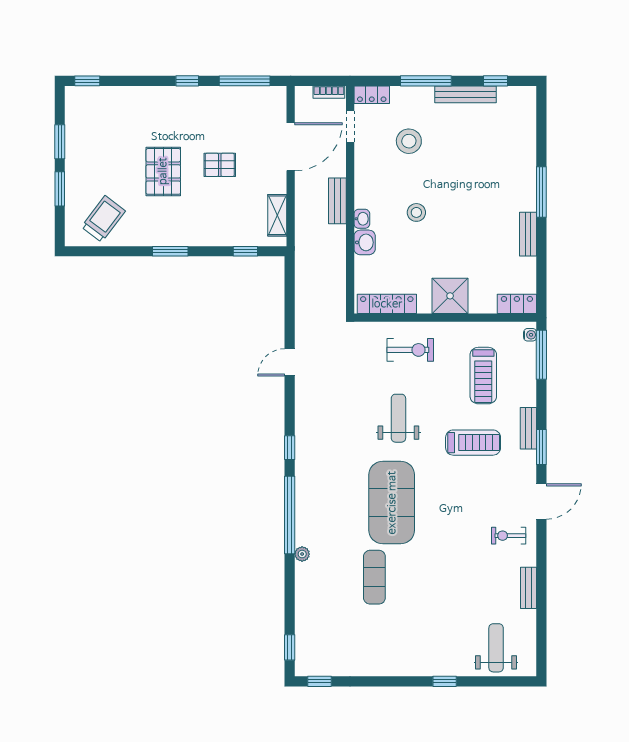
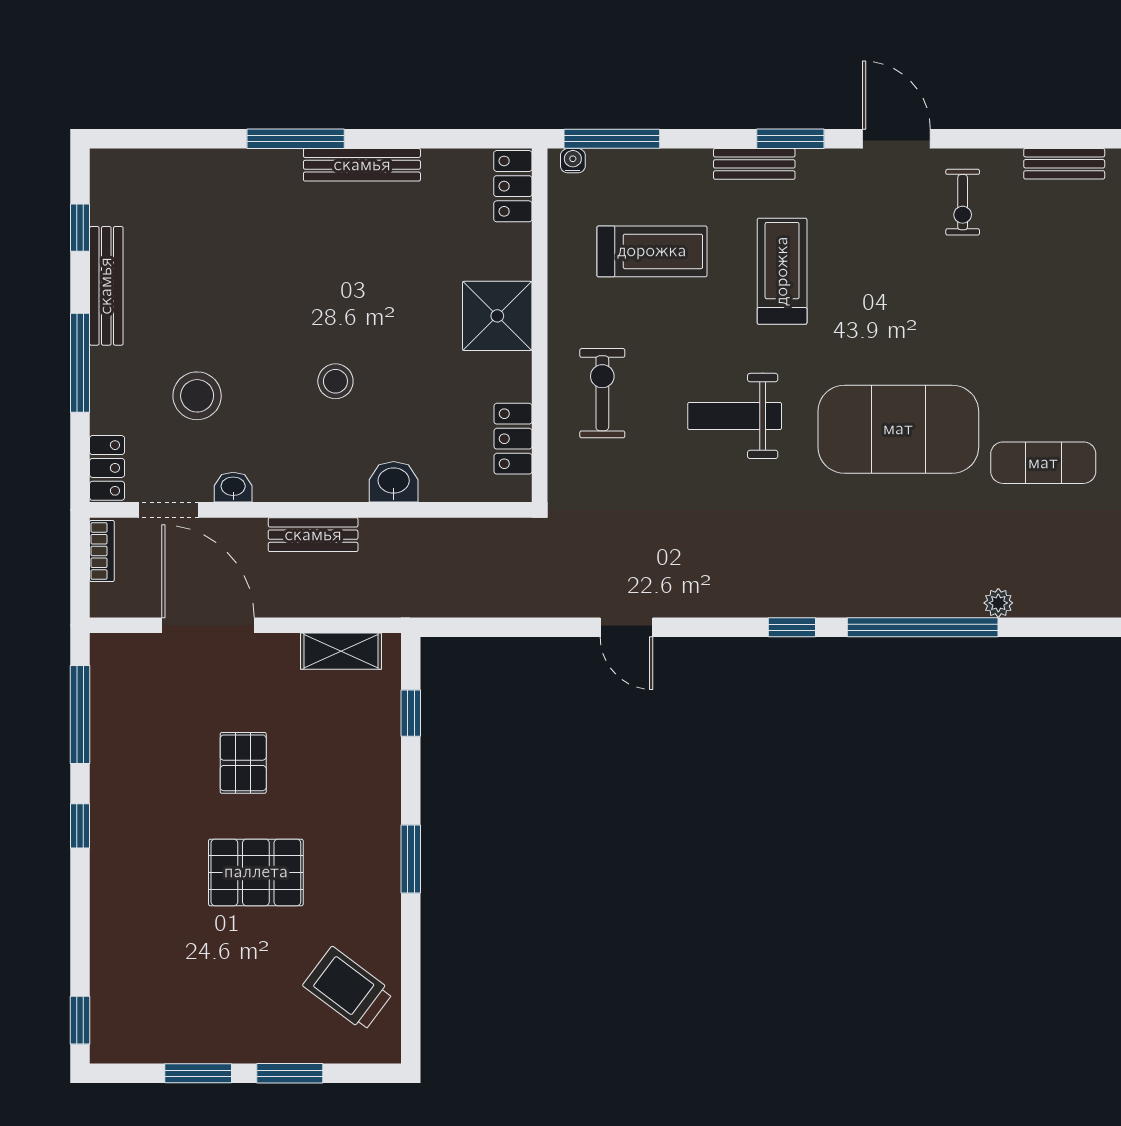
washbasin: (362, 219) -> (233, 487), moved
bench: (528, 234) -> (362, 165), width x1.36
locker: (387, 304) -> (513, 439), width x0.66

